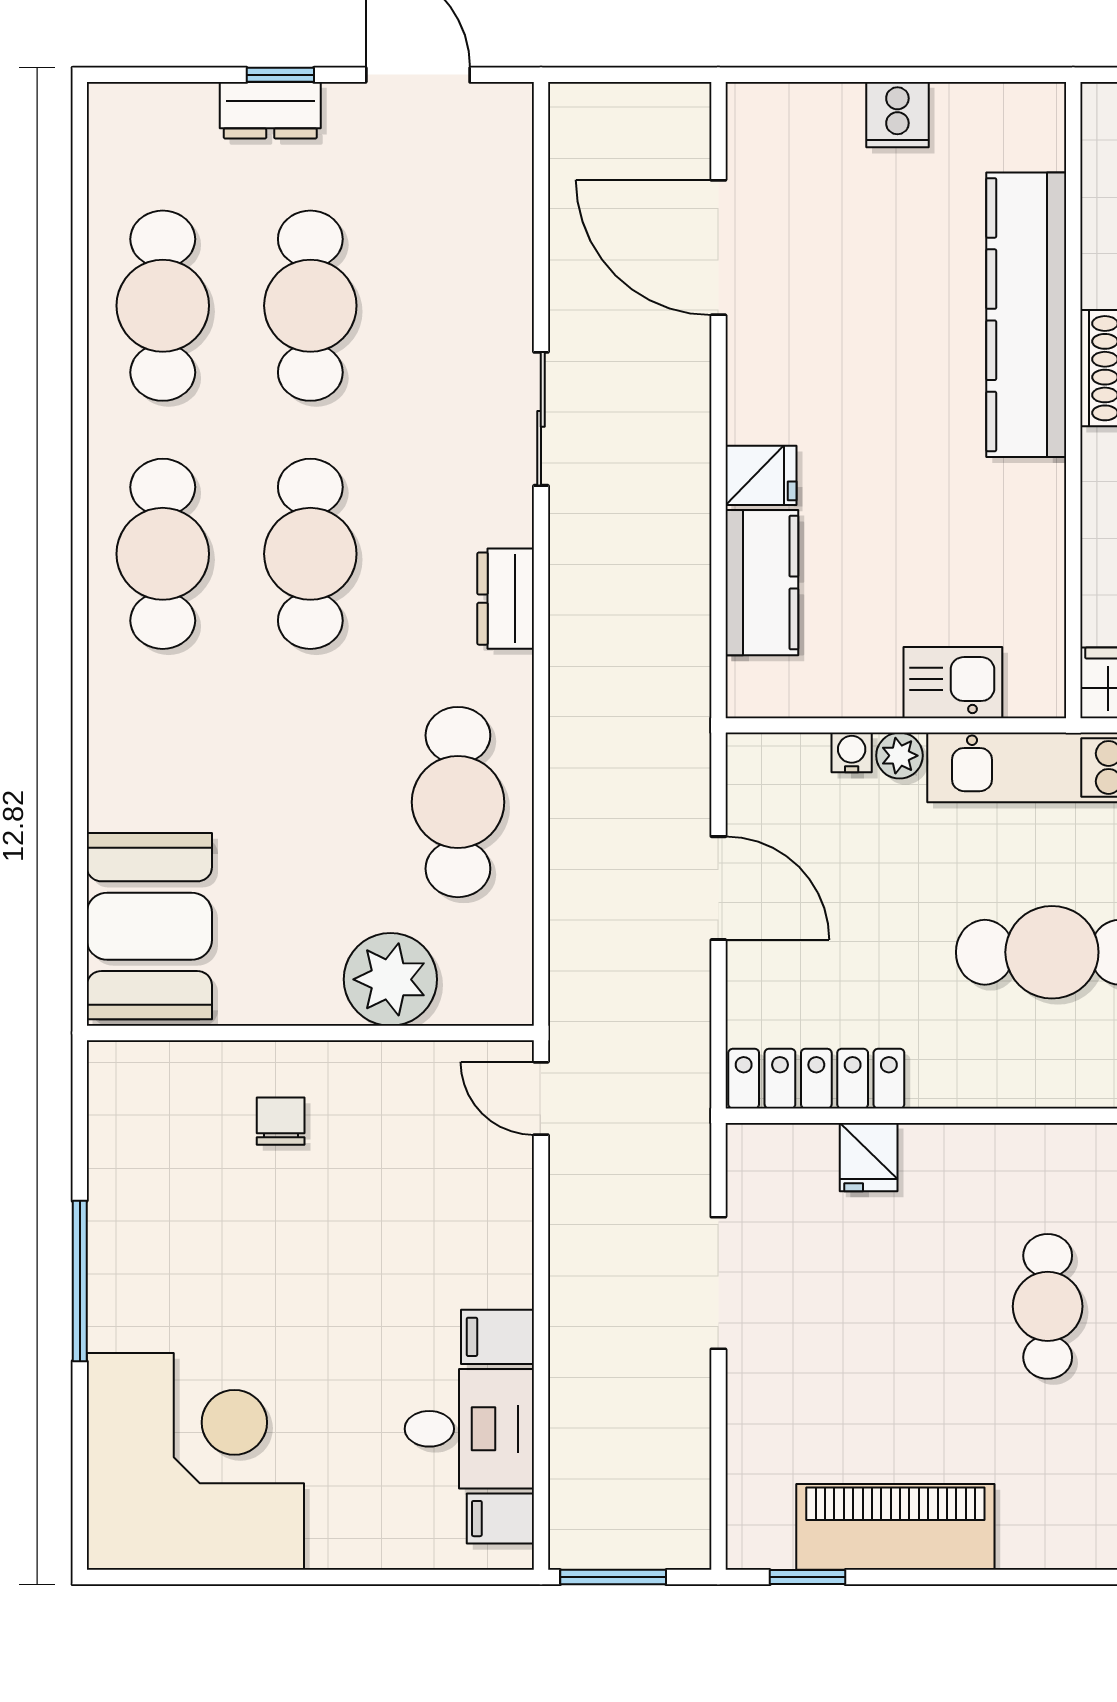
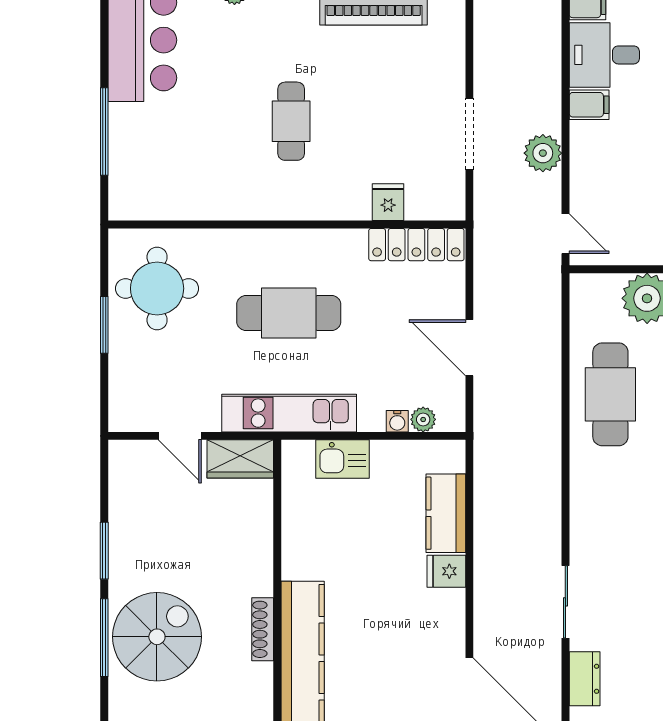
dresser: (506, 599) -> (585, 679), moved
plant: (899, 756) -> (423, 419), moved
plant: (583, 1248) -> (543, 153), added

